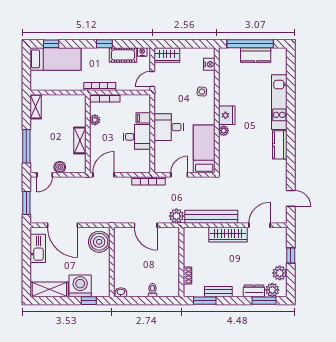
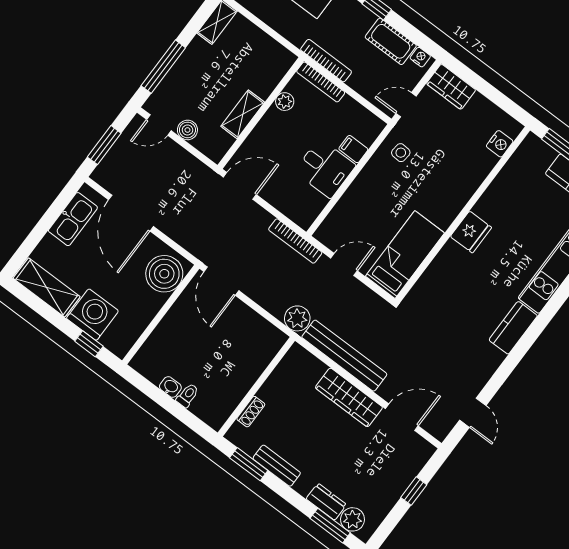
side table: (202, 92) -> (401, 153), moved
desk: (169, 127) -> (379, 188), removed
plant: (224, 131) -> (451, 250), removed
door: (146, 225) -> (221, 281), moved
plant: (280, 273) -> (380, 504), removed
washbasin: (121, 292) -> (170, 387), moved

